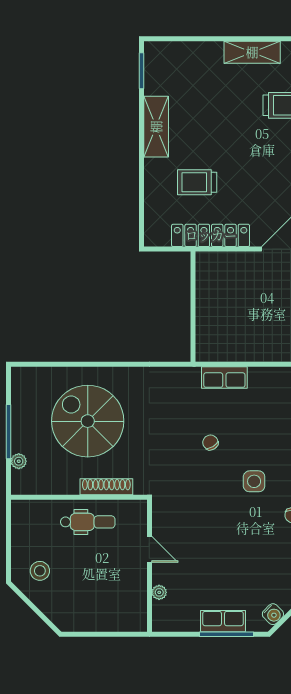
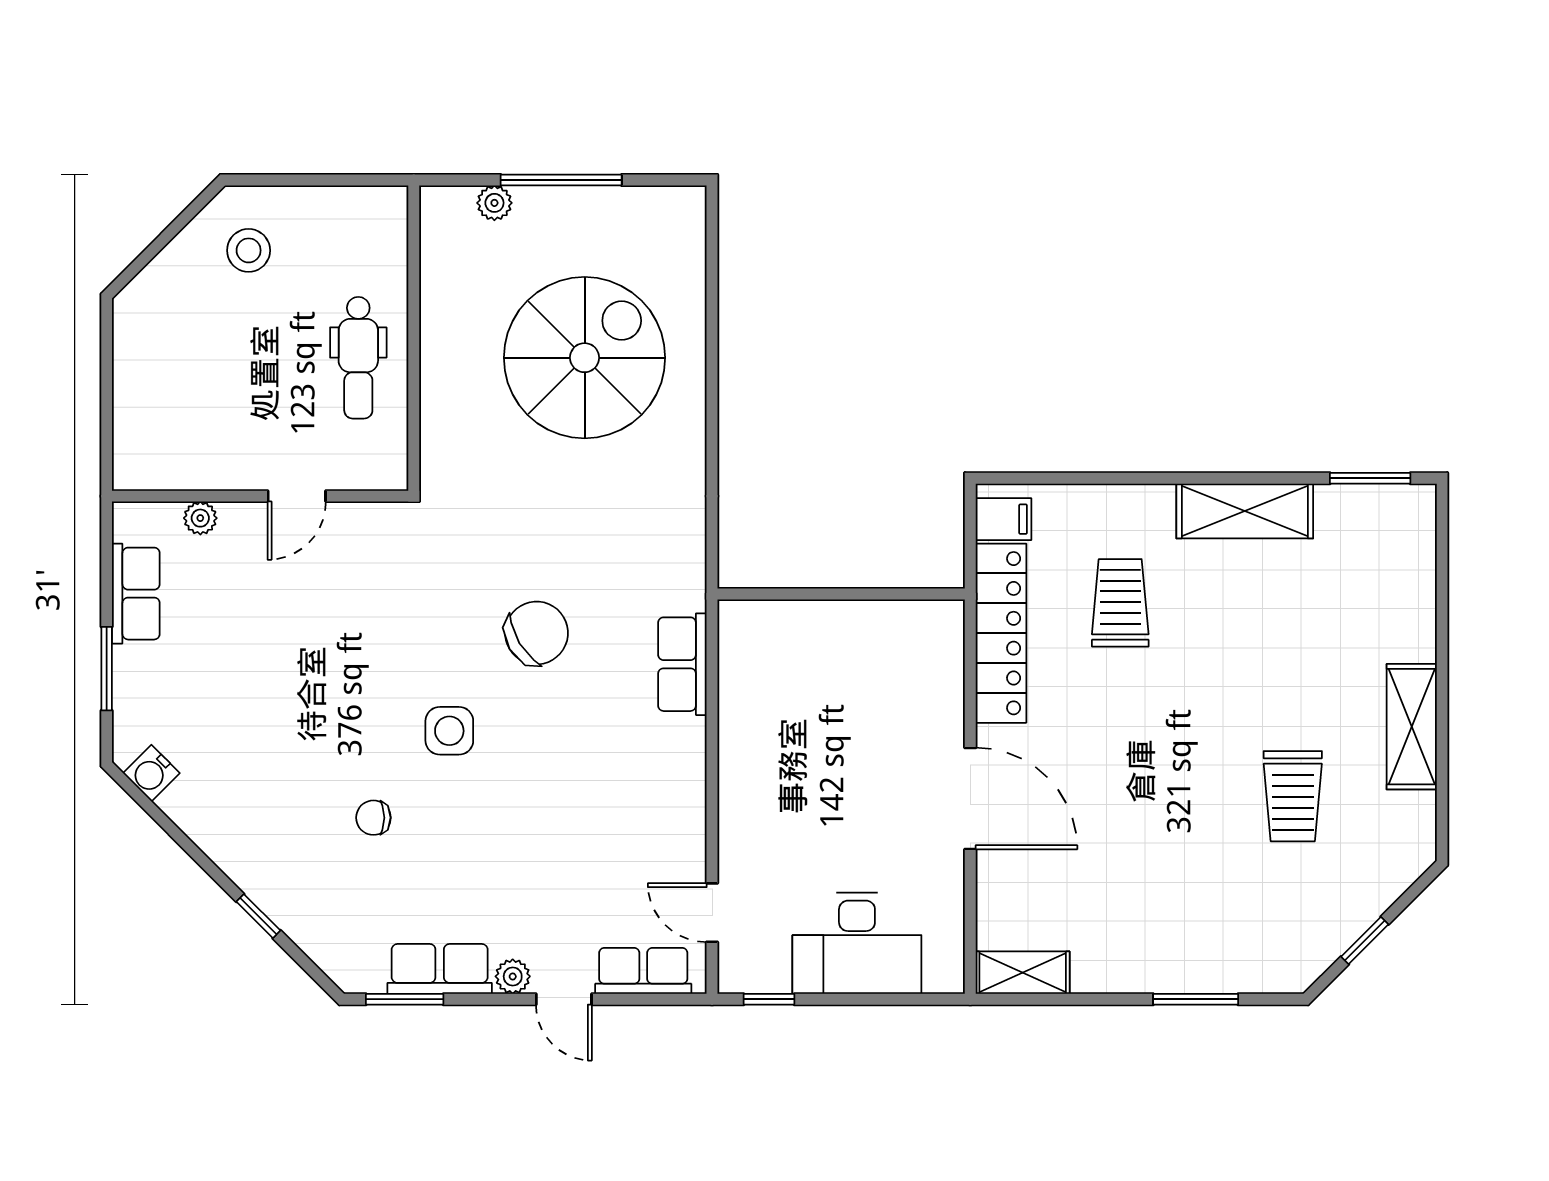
filing cabinet: (160, 234) -> (1003, 519), added
chair: (210, 442) -> (537, 633), width x1.87, depth x1.87
shoe rack: (106, 487) -> (437, 400), removed
row of seats: (223, 621) -> (136, 594), moved
window: (226, 634) -> (107, 669), width x0.69

